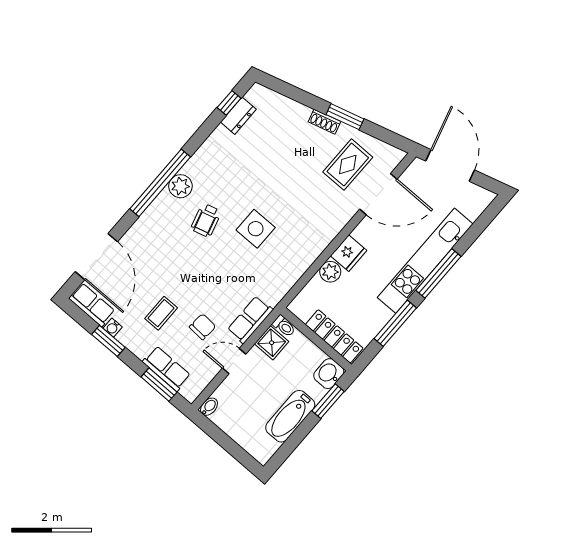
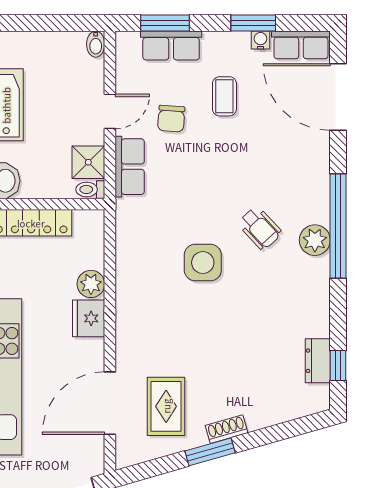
wheelchair: (206, 220) -> (260, 228), turned 153

